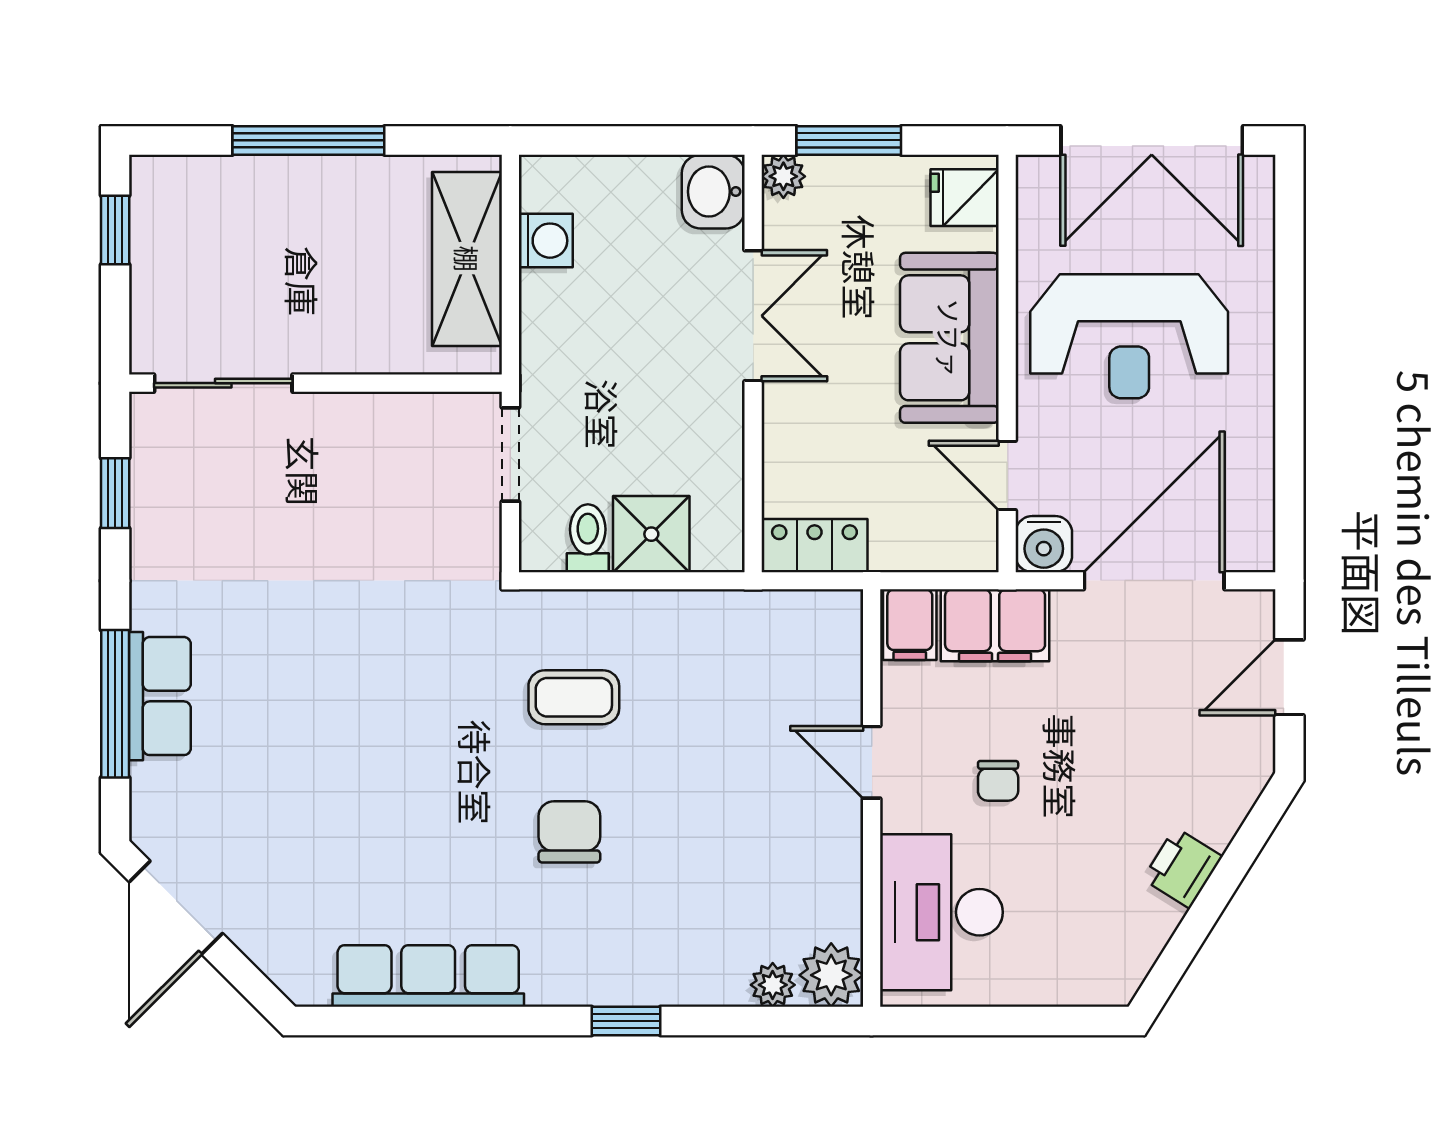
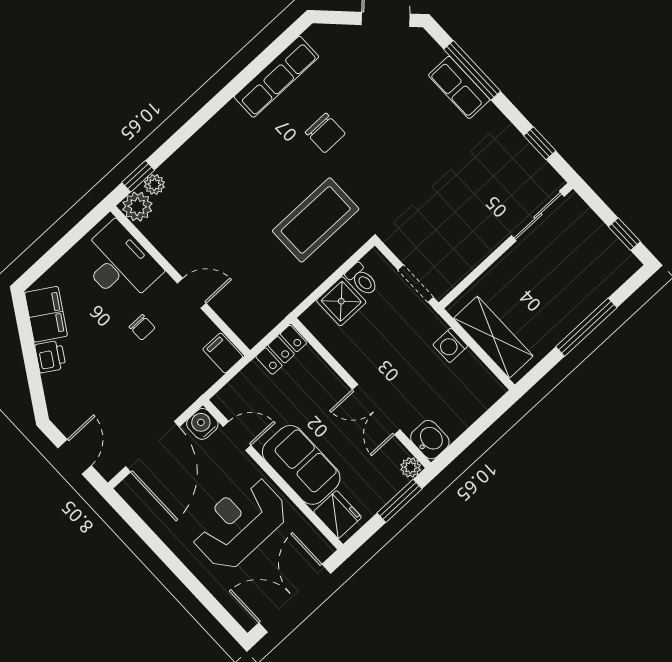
fridge: (965, 198) -> (337, 514), width x1.38
washing machine: (546, 241) -> (450, 345), moved
filing cabinet: (995, 625) -> (46, 314), moved, turned 122
coffee table: (574, 697) -> (316, 220), width x1.86, depth x1.72
chair: (998, 781) -> (142, 327), turned 180
chair: (569, 832) -> (325, 133), moved
window: (626, 1021) -> (138, 176), moved

